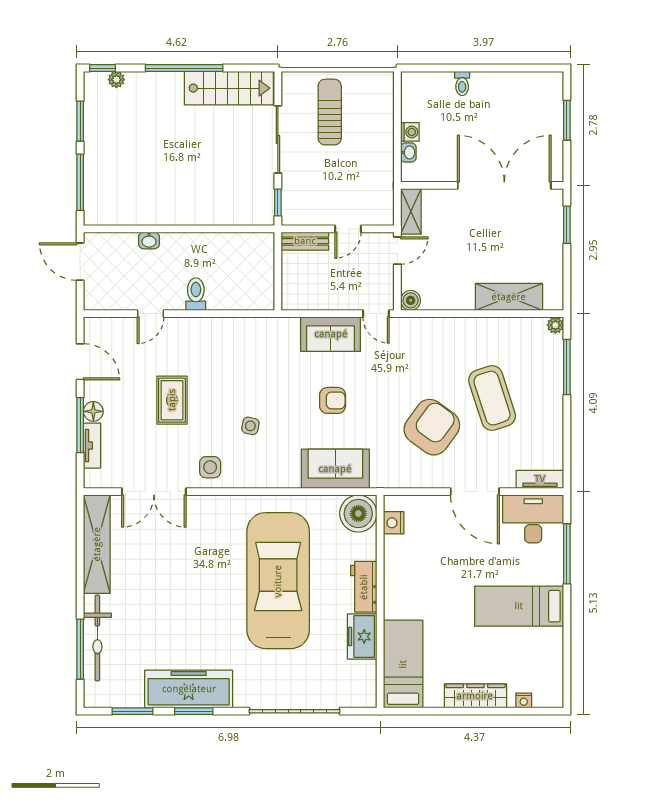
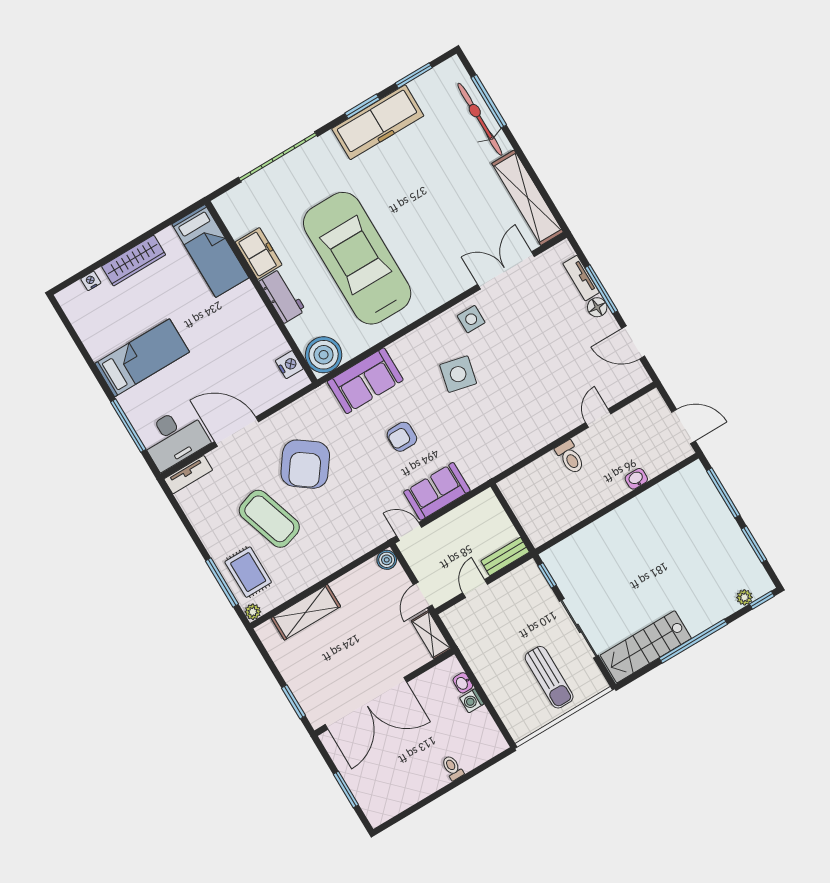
rug: (172, 400) -> (248, 572), moved
side table: (250, 426) -> (458, 374), width x1.87, depth x1.87
car: (278, 581) -> (357, 258), turned 180

